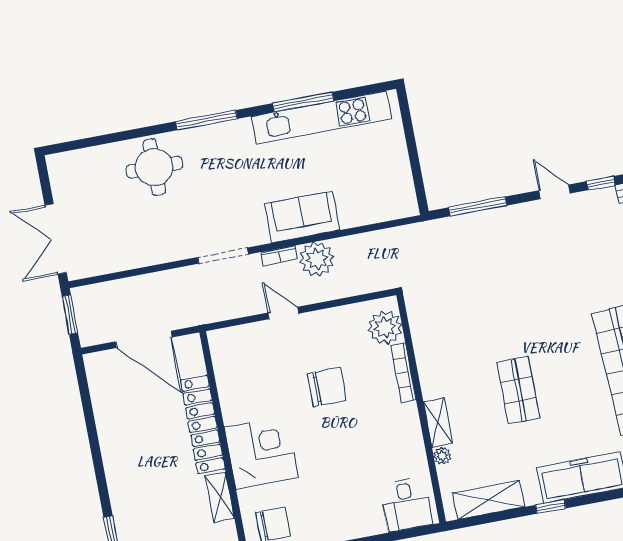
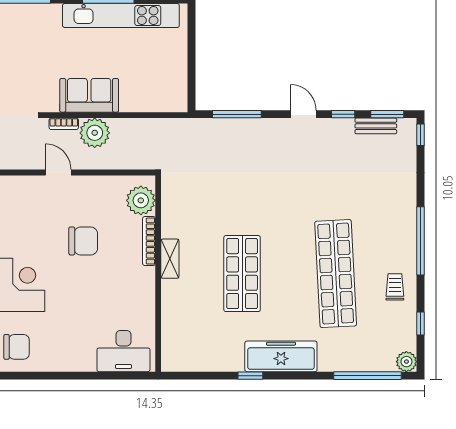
shop shelf: (519, 390) -> (242, 274), width x1.43, depth x1.36
shelving: (438, 422) -> (170, 259), moved
plant: (442, 456) -> (168, 316), removed
shelving: (488, 500) -> (200, 360), removed
desk: (406, 504) -> (123, 351), width x1.37

